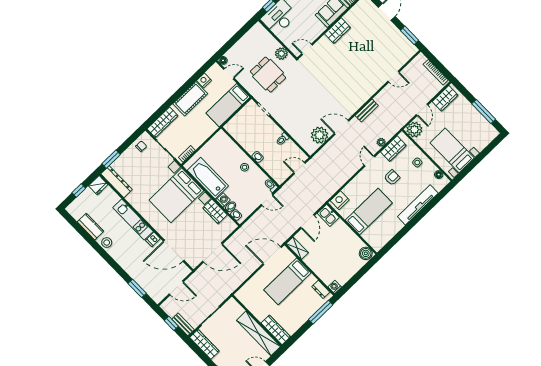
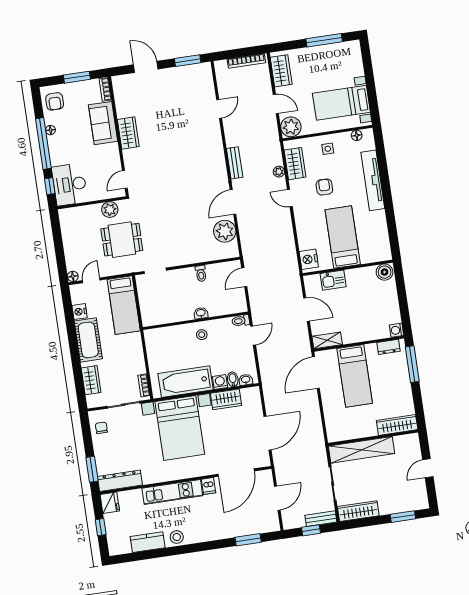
wardrobe: (163, 122) -> (91, 380), width x0.67
kitchen sink: (328, 215) -> (333, 280), moved
shelving: (258, 333) -> (362, 450), moved

